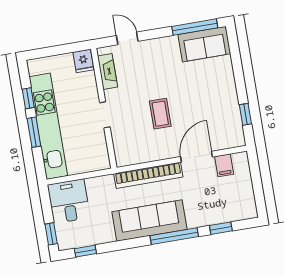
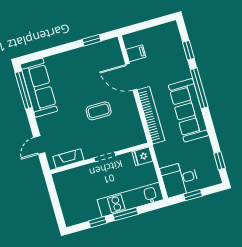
sofa: (204, 44) -> (39, 88), width x1.36
fridge: (83, 61) -> (142, 156), moved, turned 180
kitchen unit: (48, 126) -> (130, 200), width x0.73
window: (51, 234) -> (193, 195), moved

